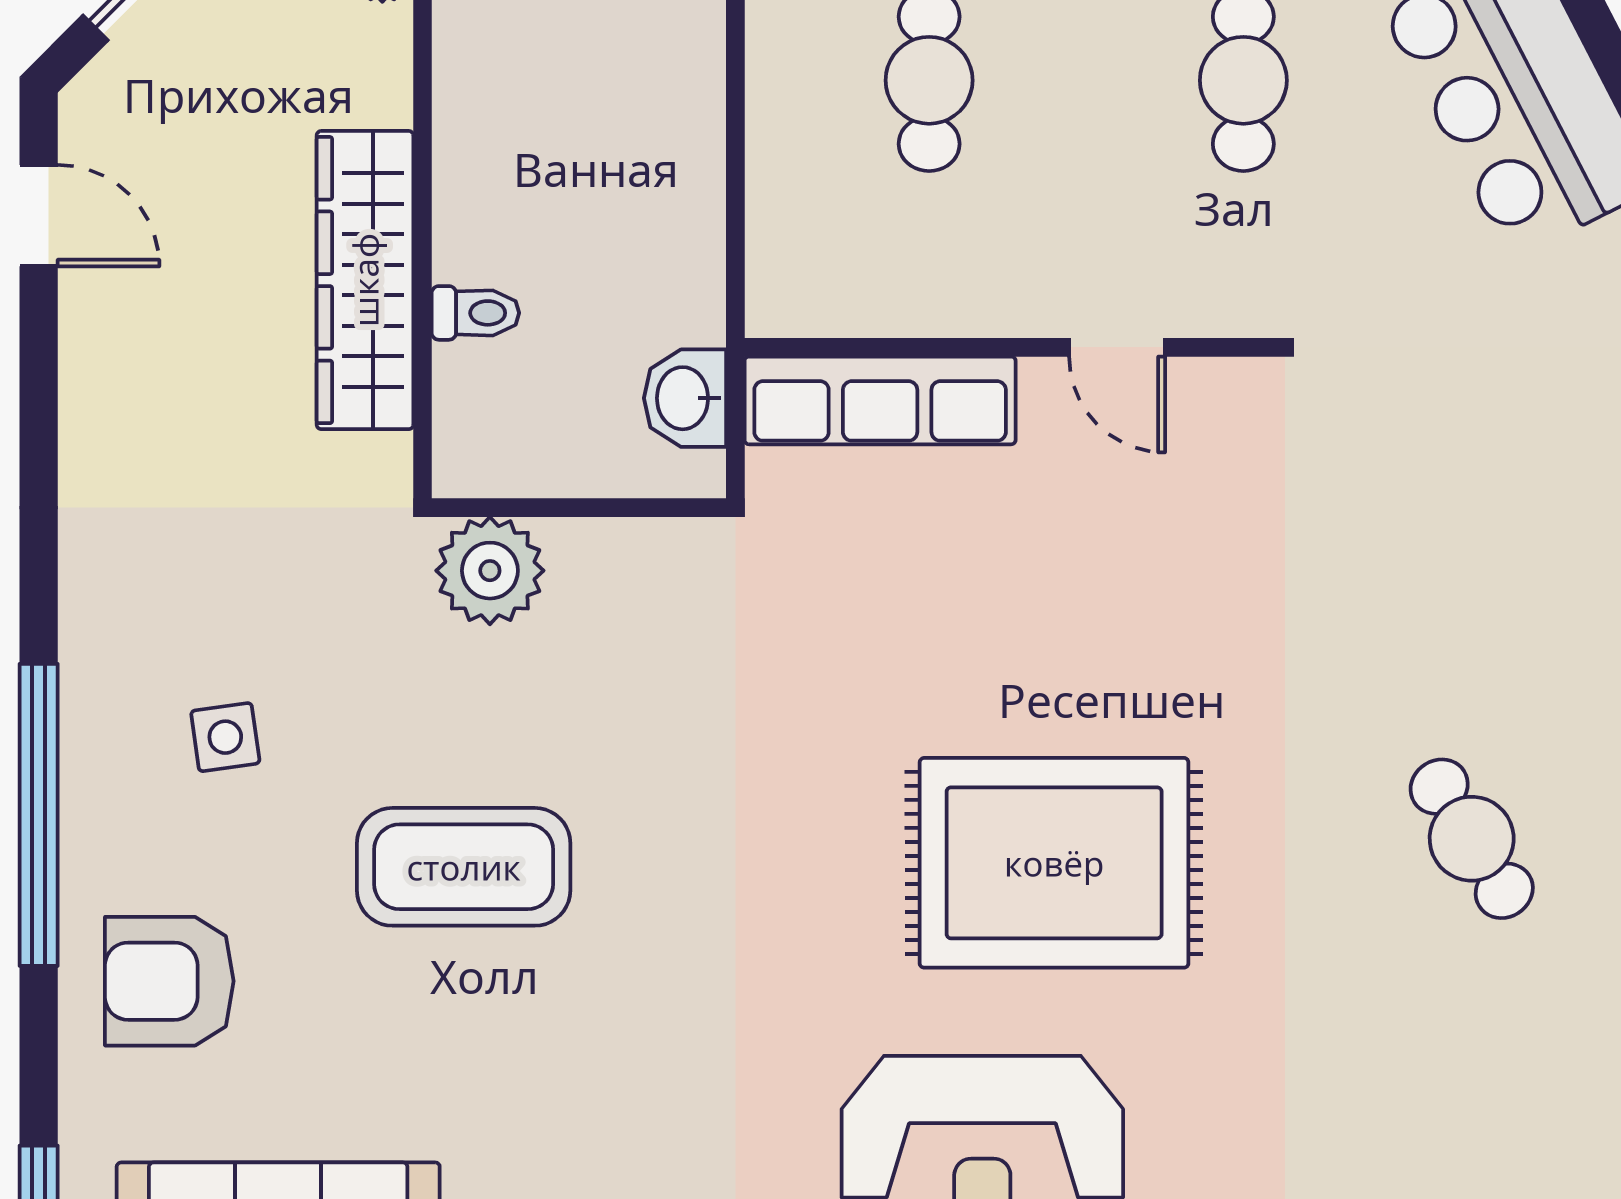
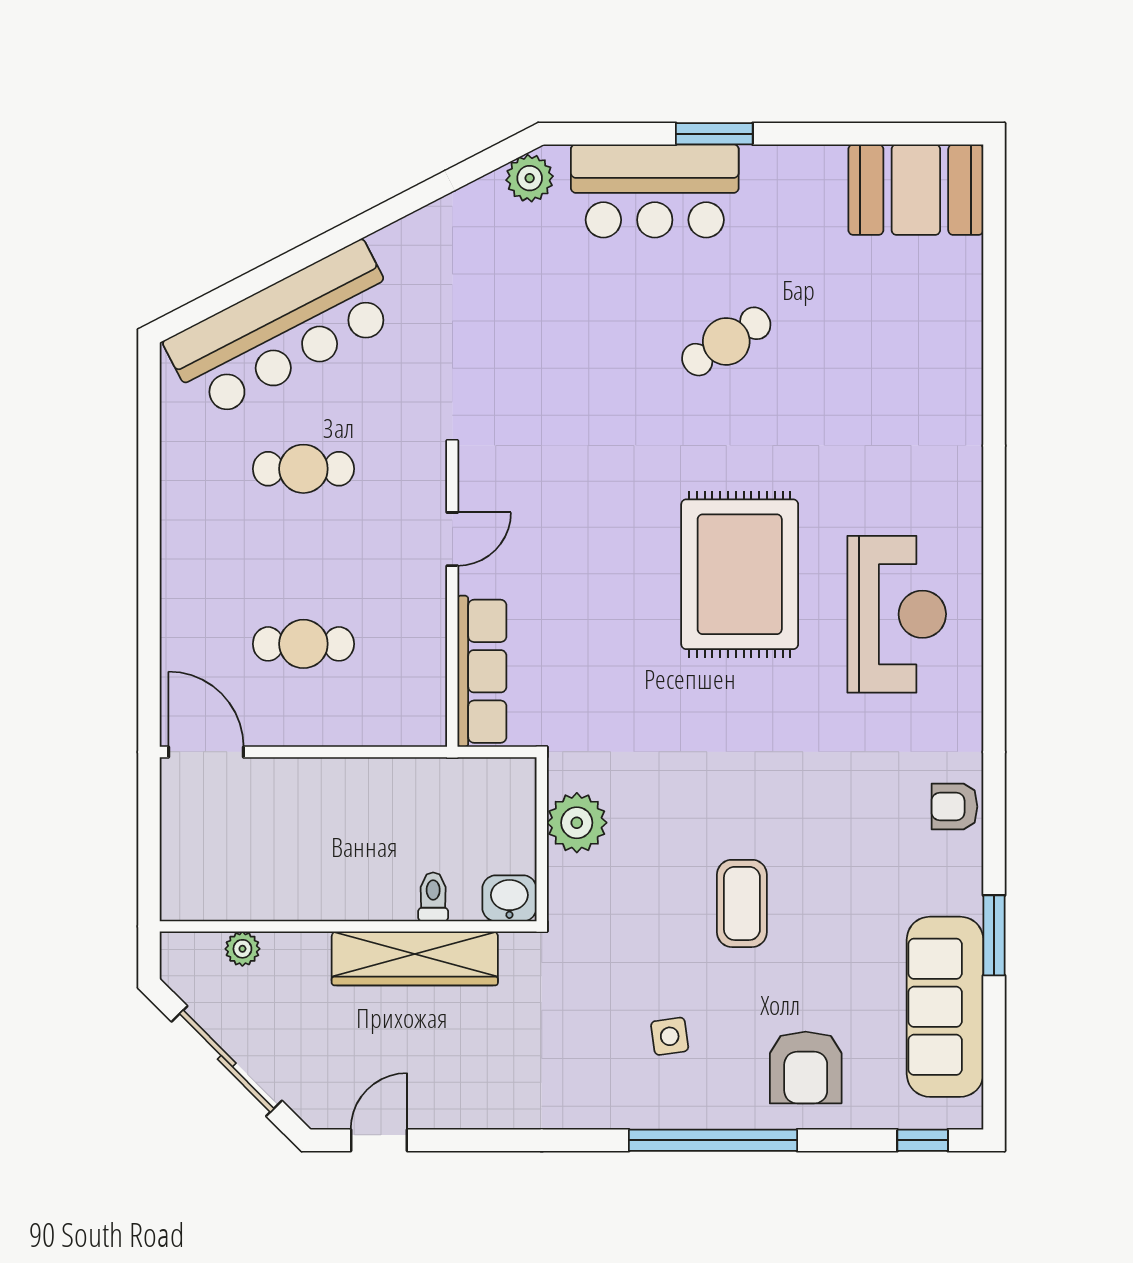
washbasin: (685, 398) -> (509, 898), moved, turned 180
plant: (490, 571) -> (577, 823), moved
coffee table: (464, 867) -> (742, 903), width x0.73, depth x0.76

